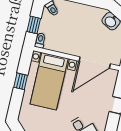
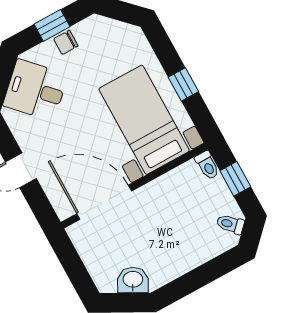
door: (95, 63) -> (104, 202), hinge flipped

